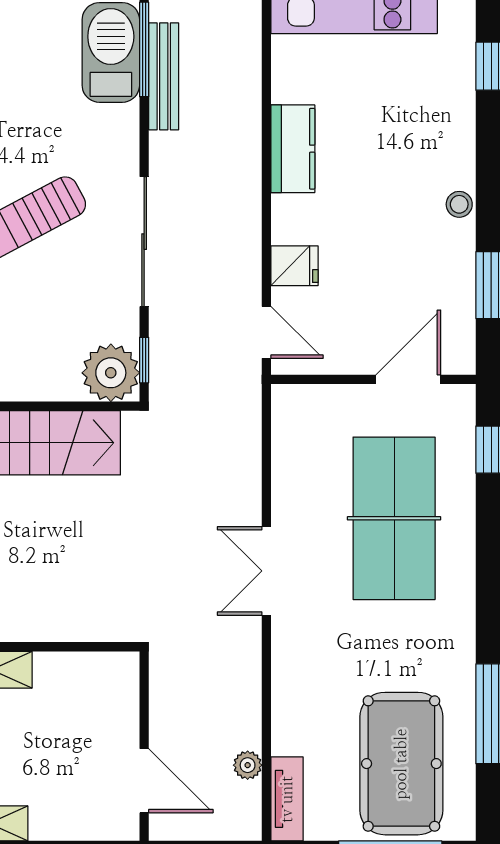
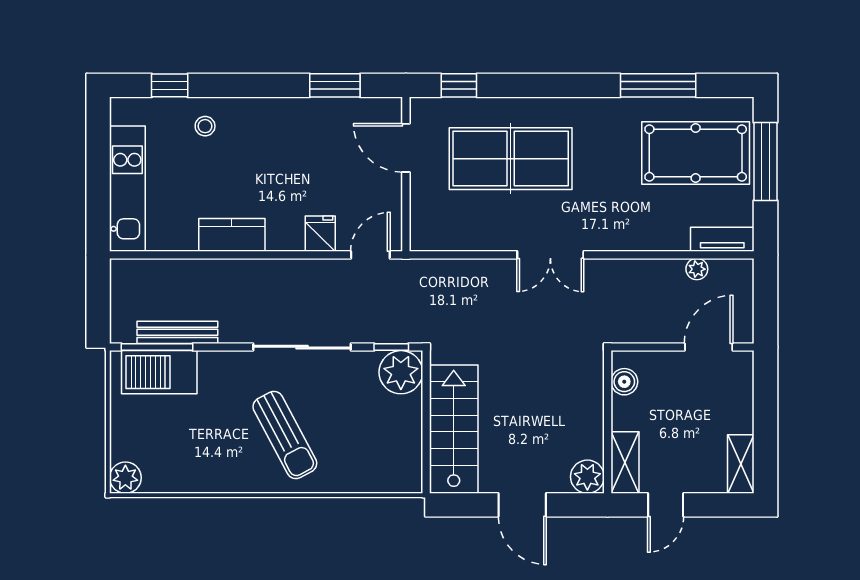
stool: (459, 204) -> (205, 126), moved
boiler: (98, 669) -> (624, 382), added

